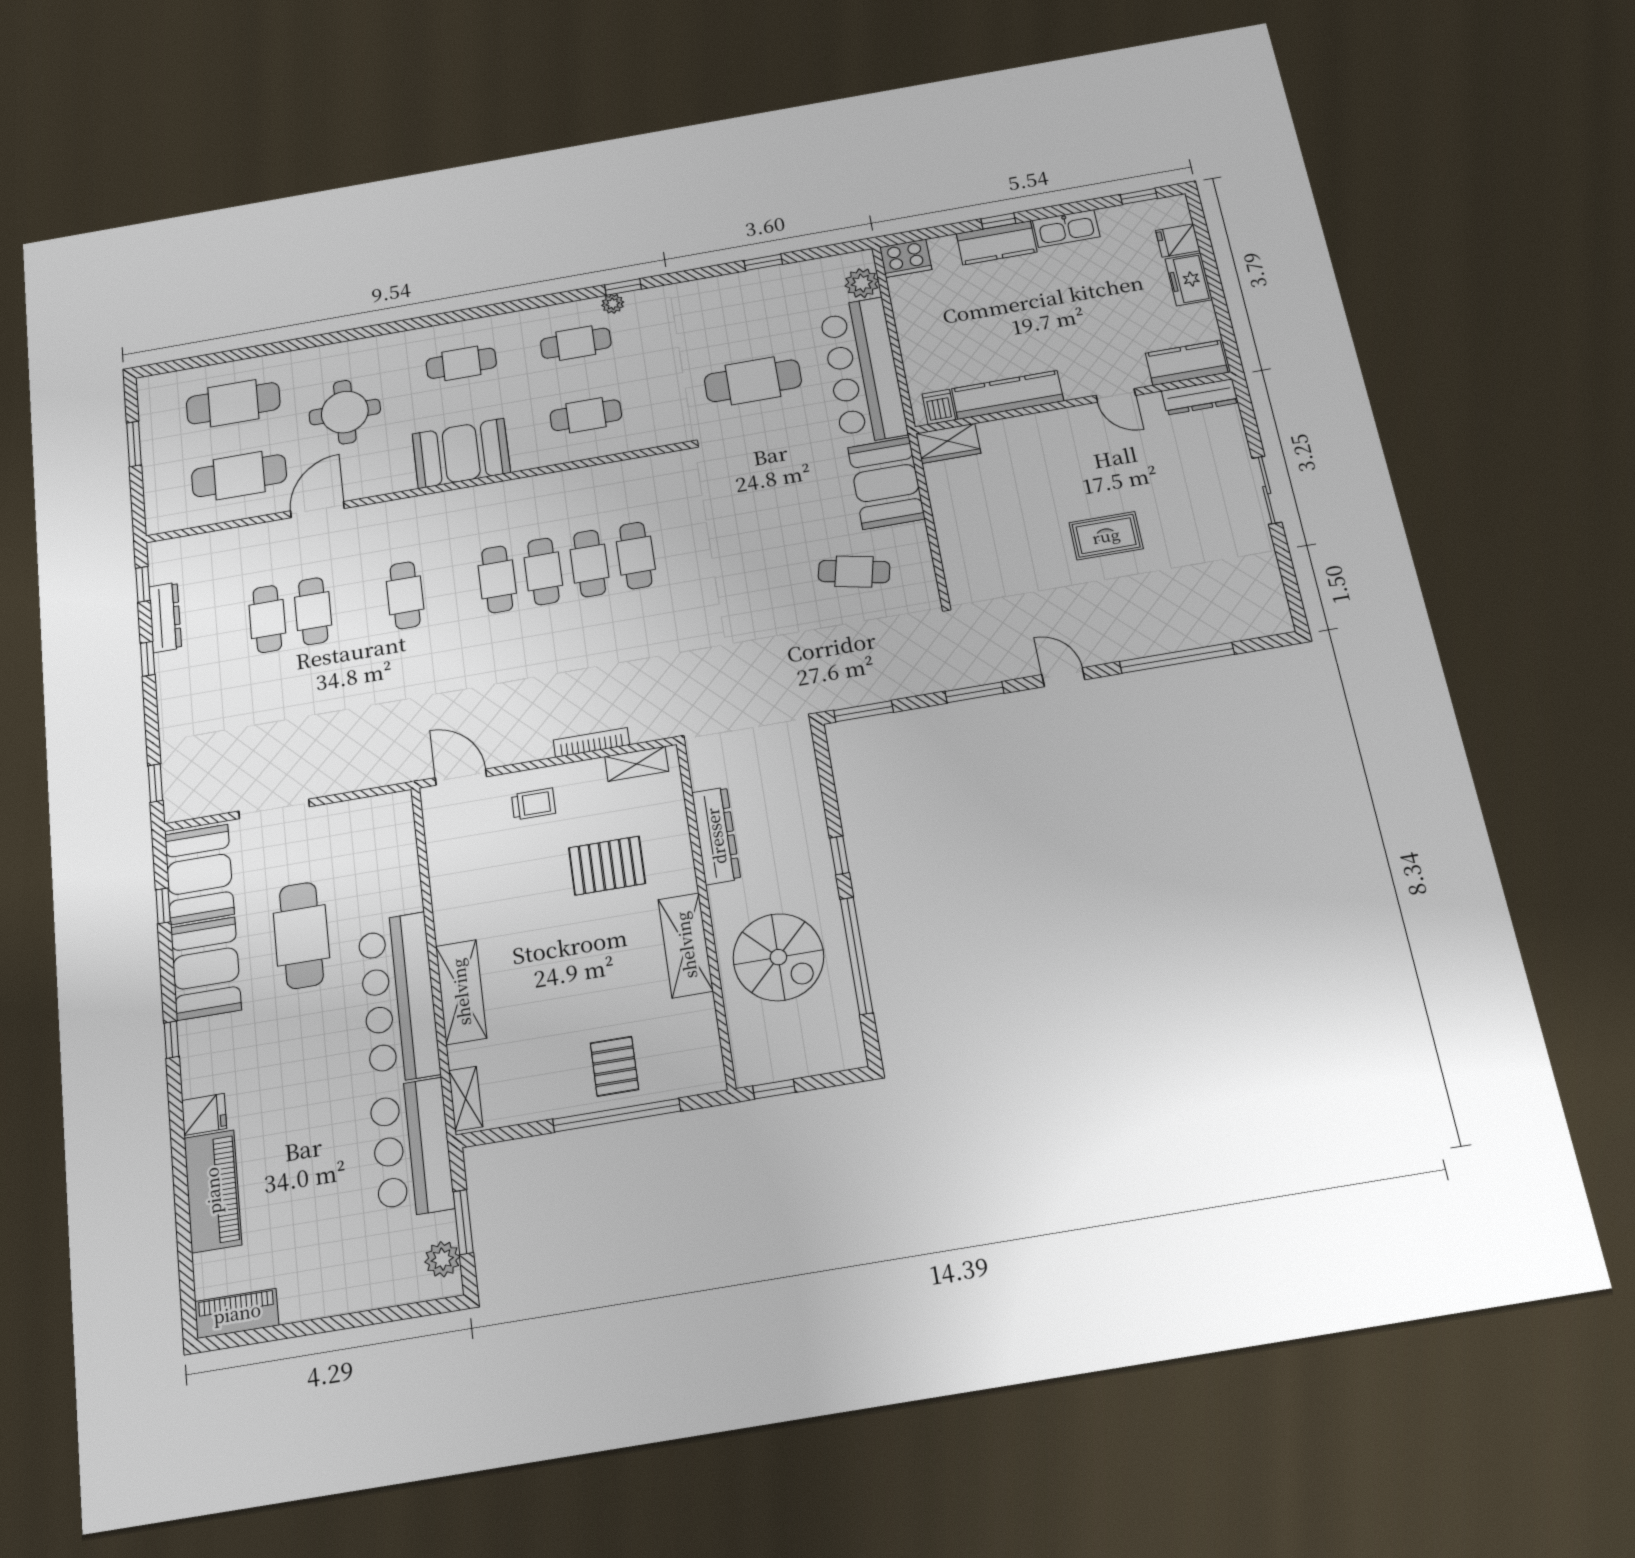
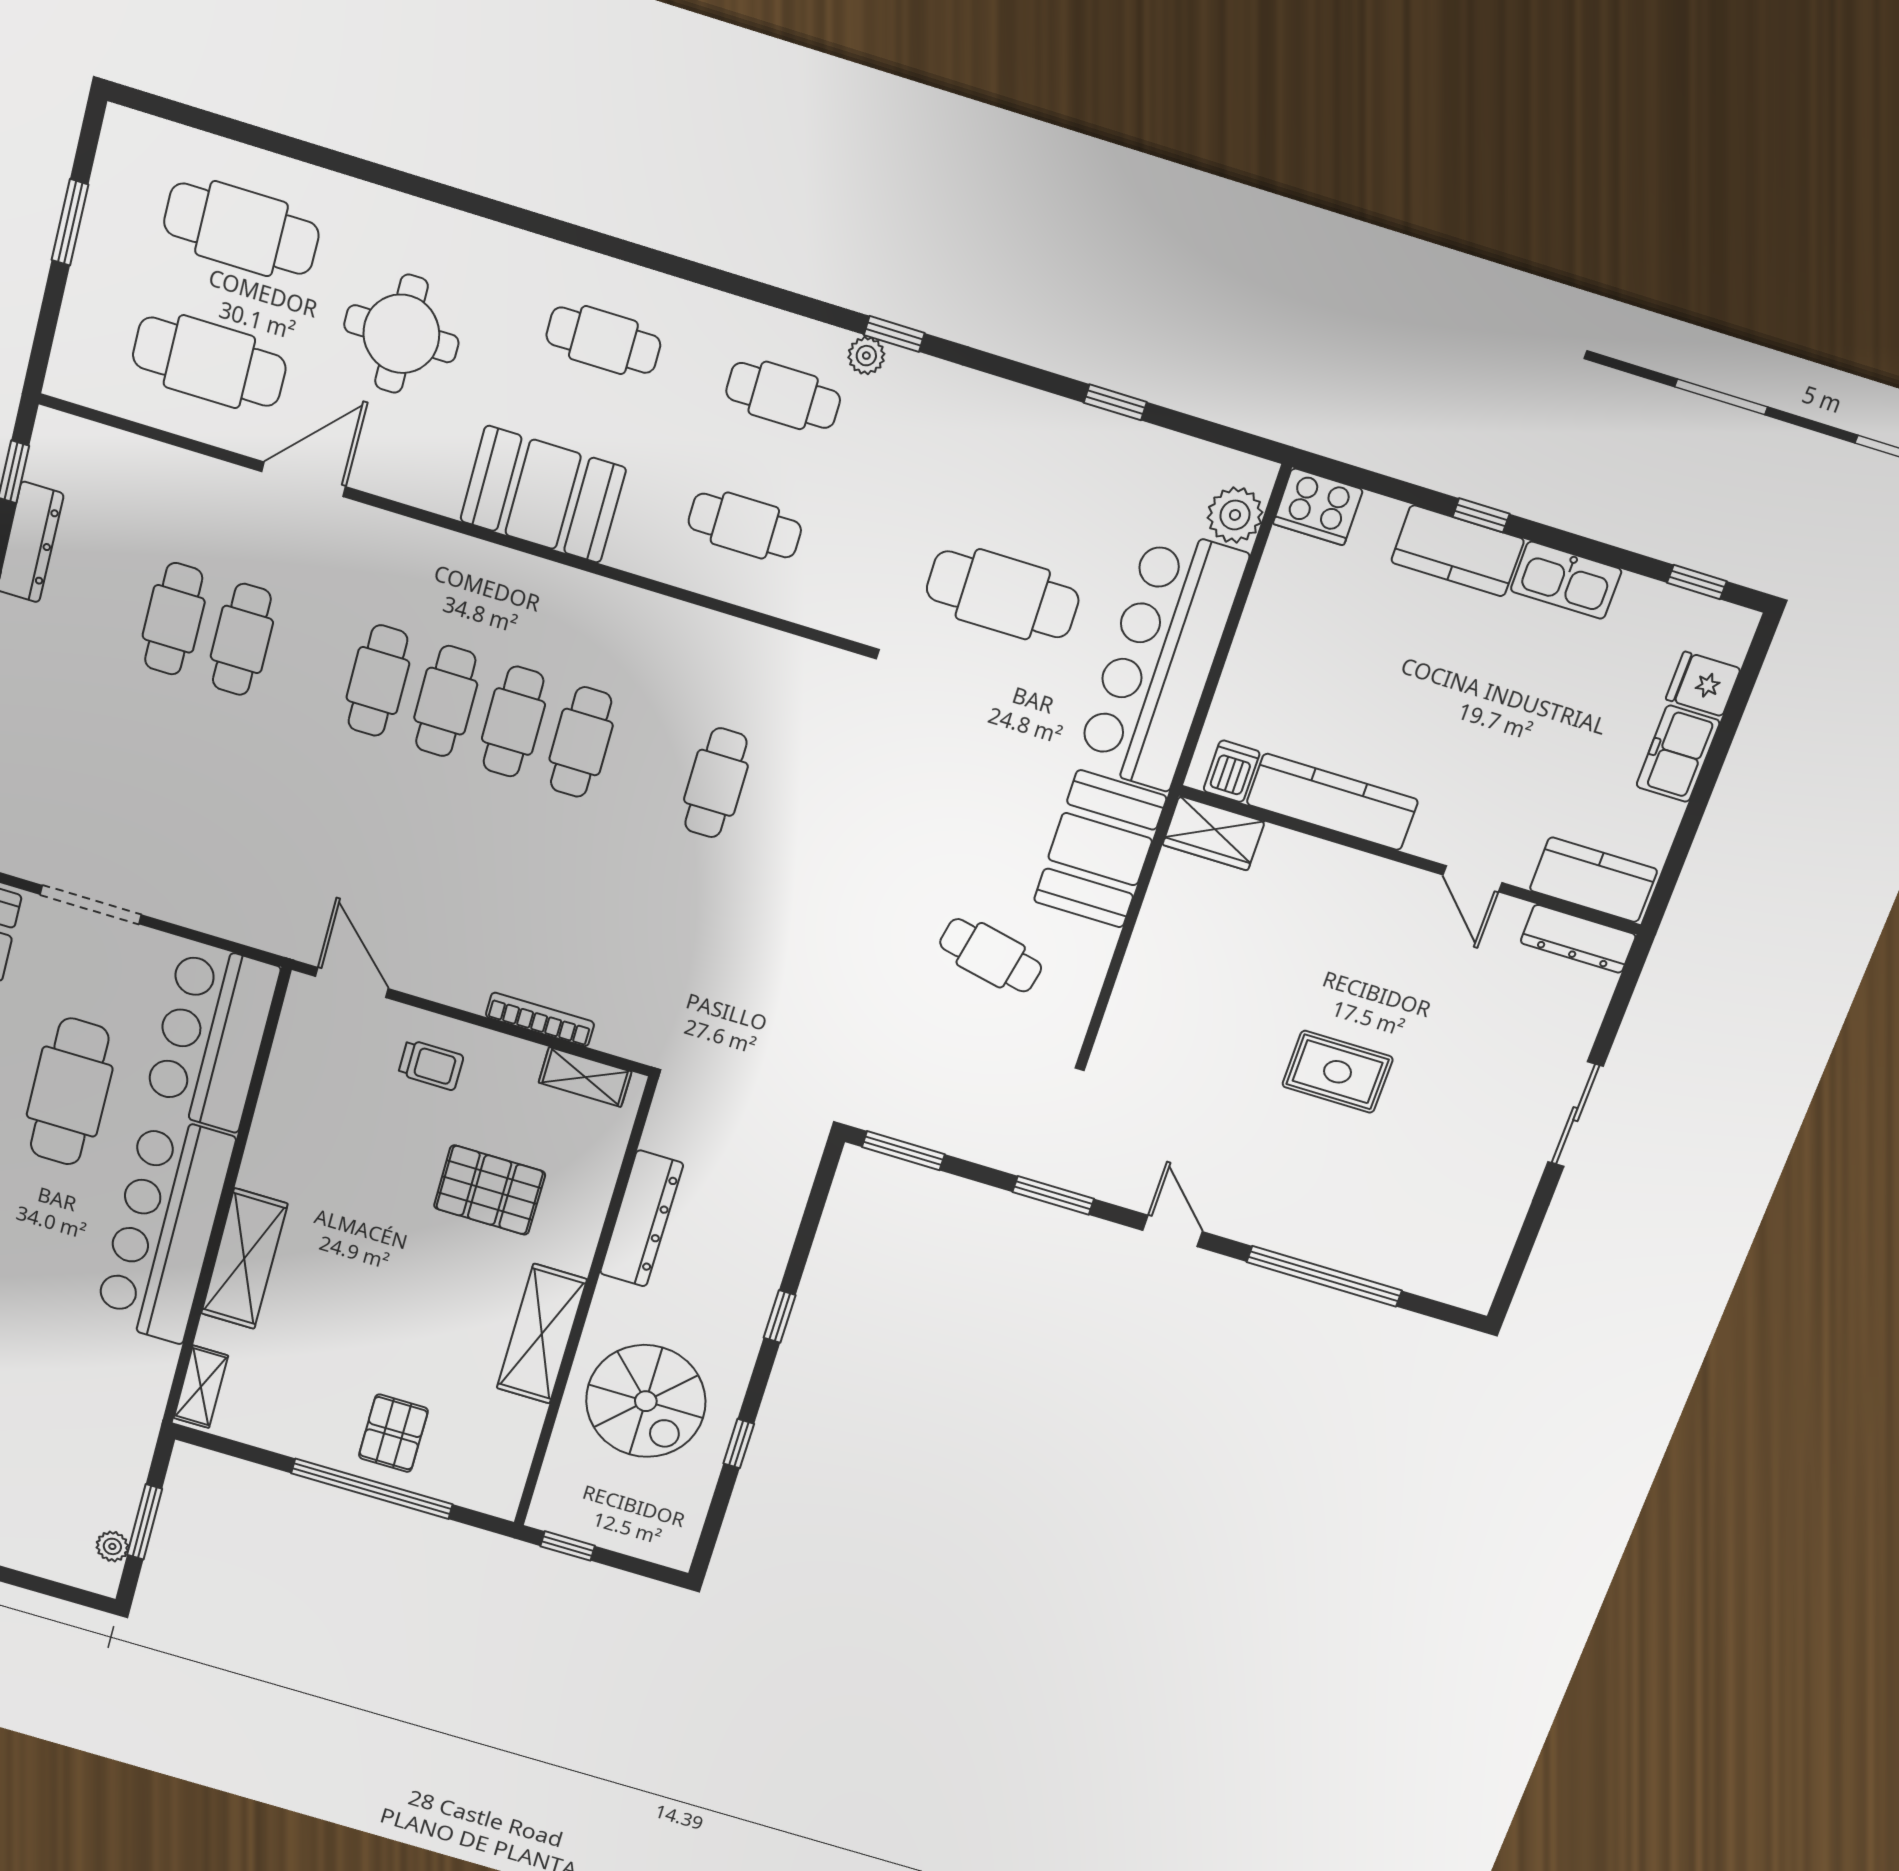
cafe table: (590, 563) -> (446, 701), moved
window: (857, 956) -> (739, 1444), width x0.32
bar counter: (412, 1148) -> (211, 1037), moved
plant: (442, 1259) -> (112, 1546), width x0.73, depth x0.73

